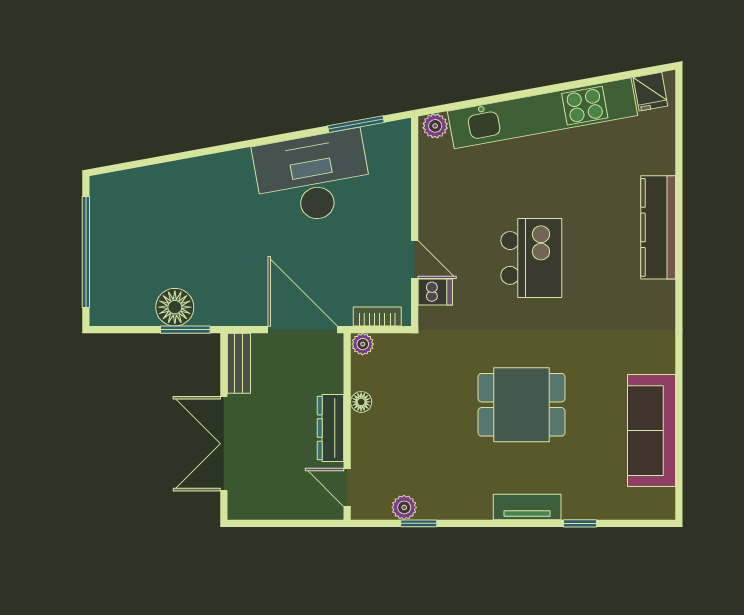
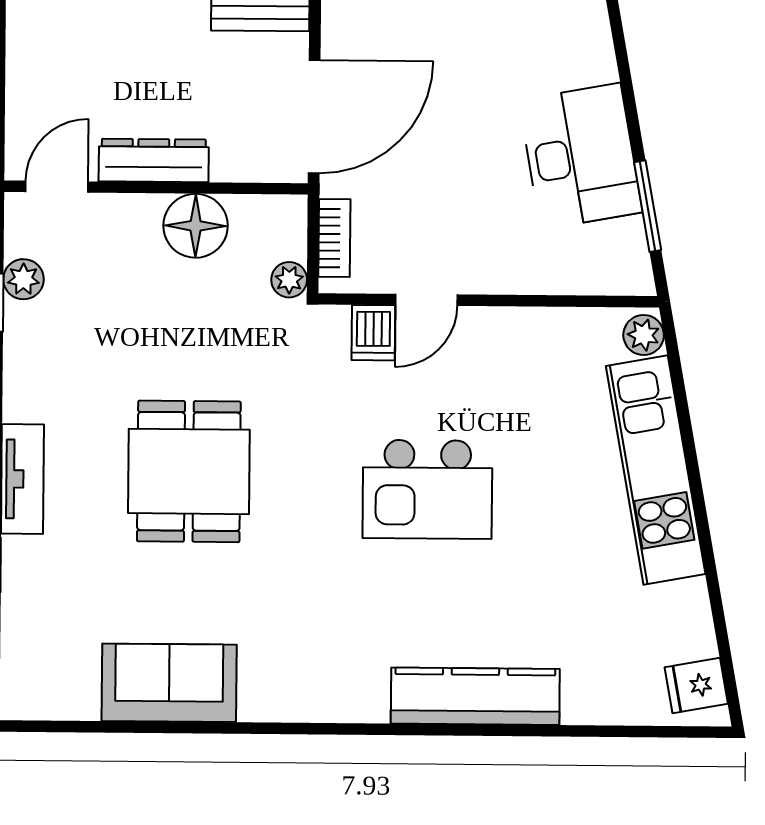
kitchen unit: (543, 113) -> (656, 470), width x0.73
desk: (313, 178) -> (580, 156), width x0.73, depth x0.77
plant: (363, 344) -> (289, 280), moved
floor lamp: (361, 402) -> (196, 226), width x1.89, depth x1.89
sofa: (652, 431) -> (169, 683), width x0.73

